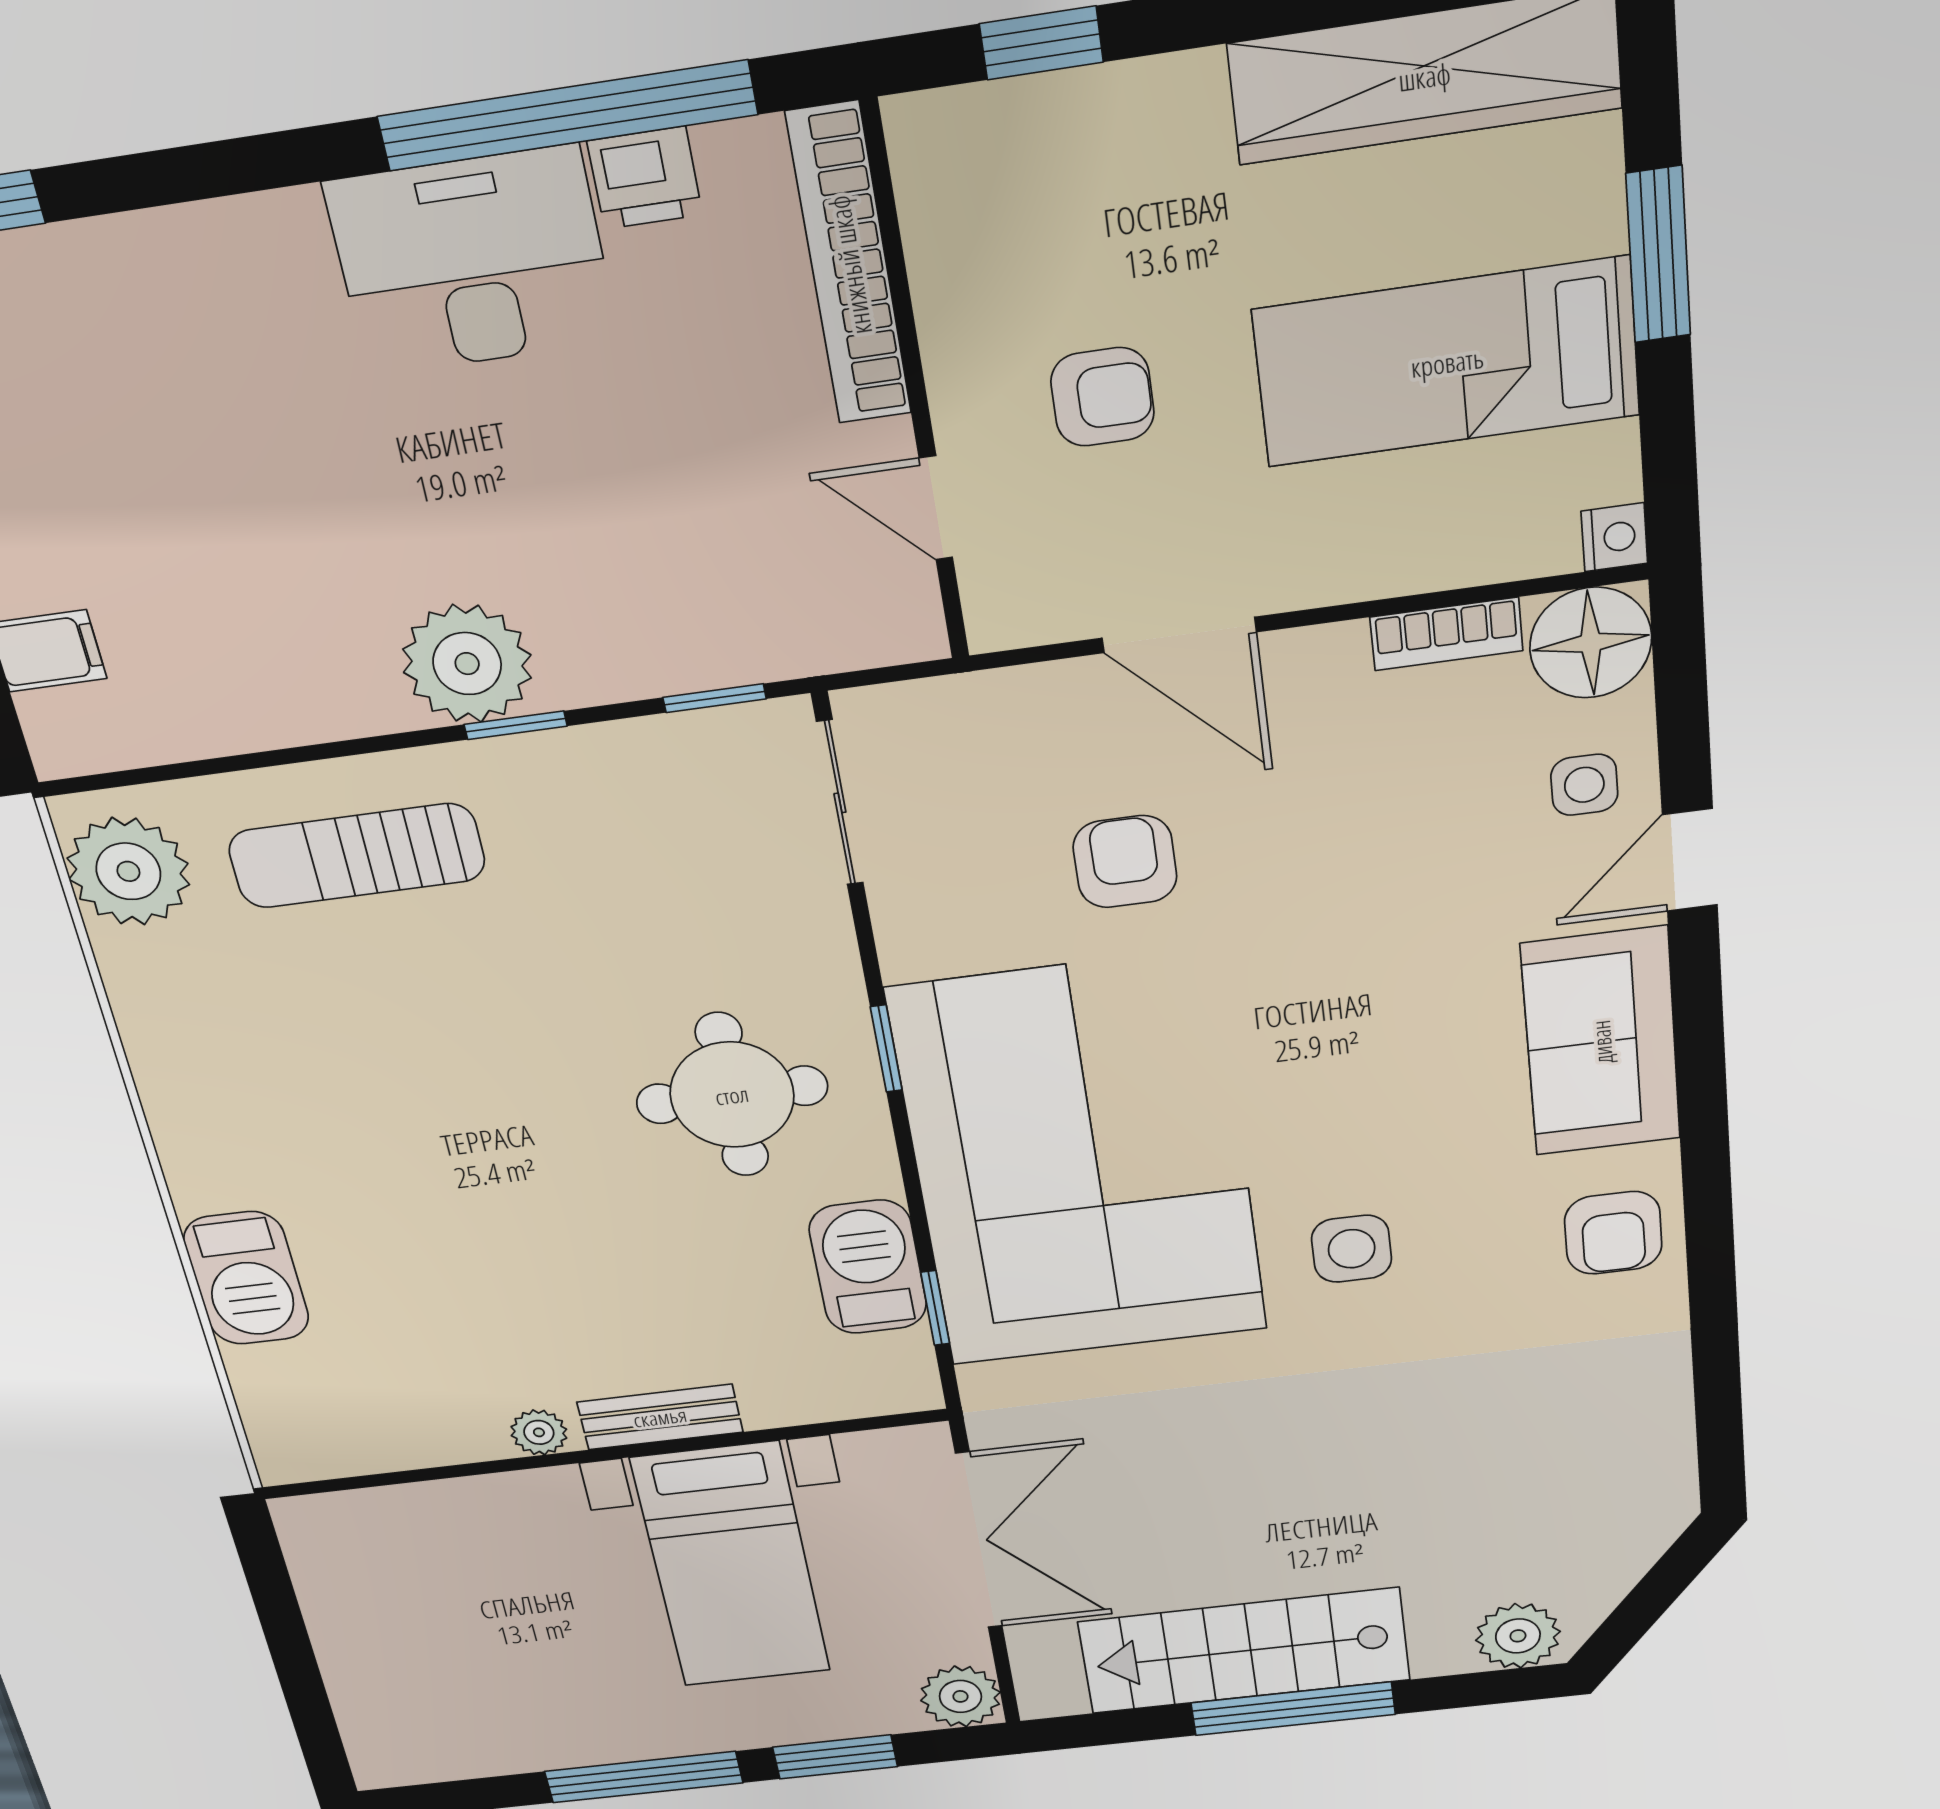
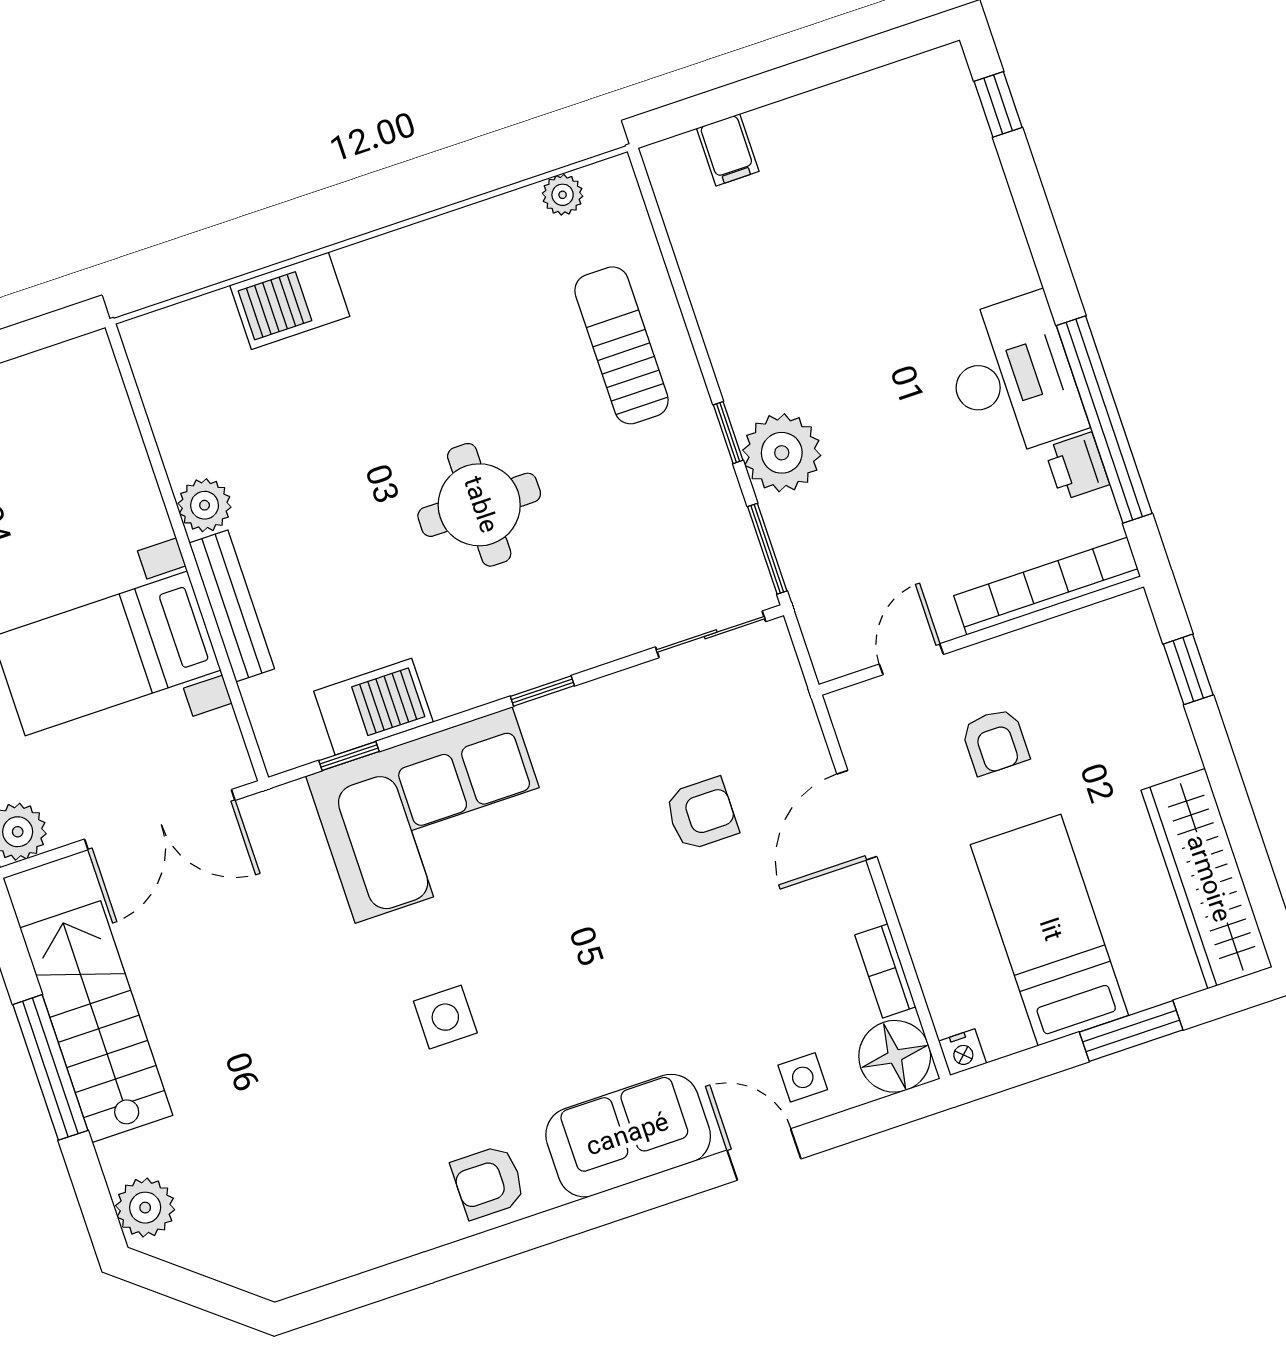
plant: (467, 664) -> (782, 453), moved
window: (715, 698) -> (767, 549), width x1.50
plant: (128, 871) -> (563, 195), width x0.53, depth x0.53
round table: (732, 1095) -> (479, 505), moved
corner sofa: (1080, 1162) -> (434, 815), width x0.73, depth x0.74
bench: (660, 1417) -> (232, 606), width x1.36
plant: (539, 1432) -> (205, 505), width x1.38, depth x1.38

